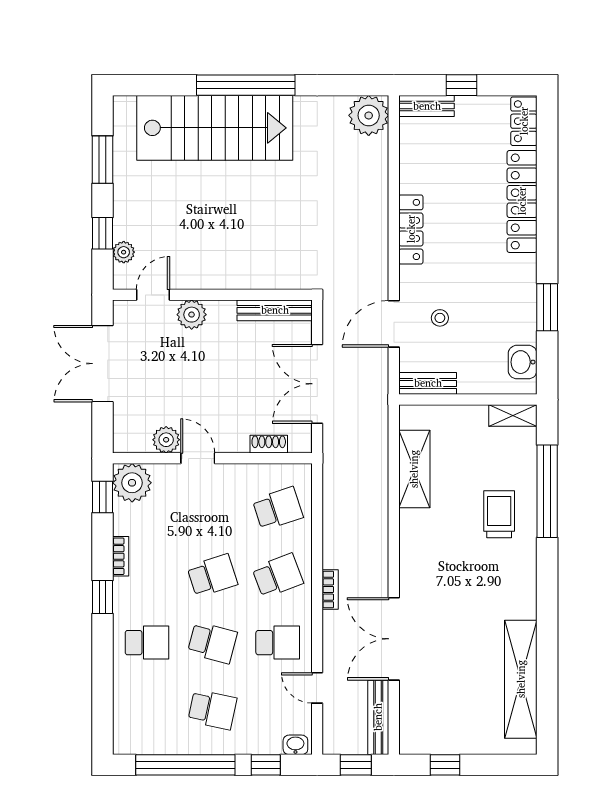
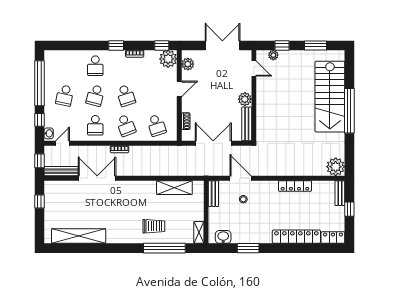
locker: (411, 229) -> (295, 186), moved
plant: (192, 315) -> (245, 99), moved
plant: (166, 440) -> (188, 64), moved
door: (317, 688) -> (62, 143), moved

